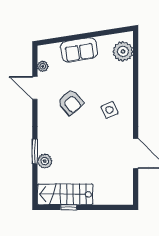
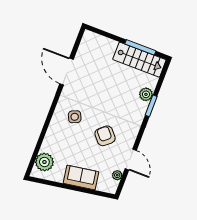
window: (69, 207) -> (140, 47), width x2.17

